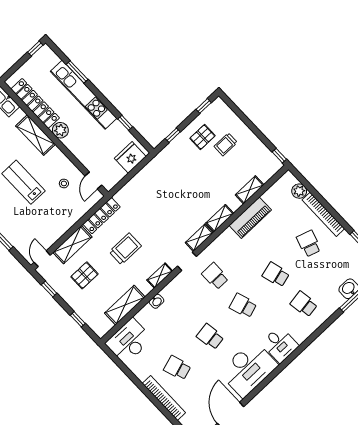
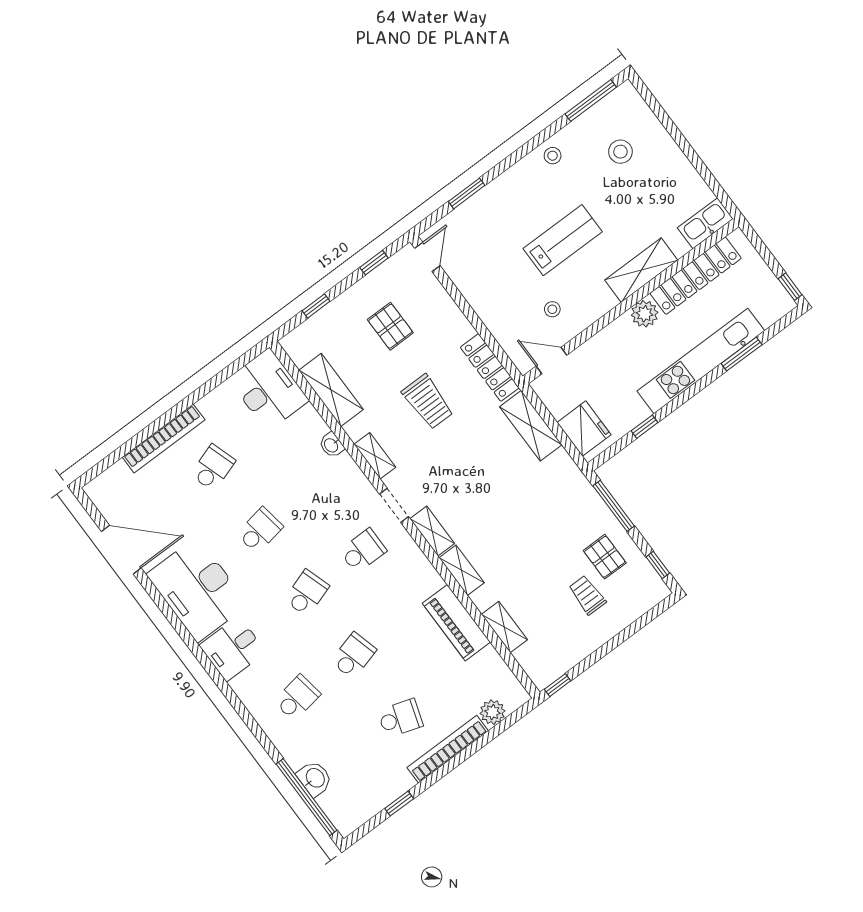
window: (173, 135) -> (614, 506), width x2.17
shelving: (72, 245) -> (531, 426), moved
door: (42, 259) -> (427, 257), hinge flipped

